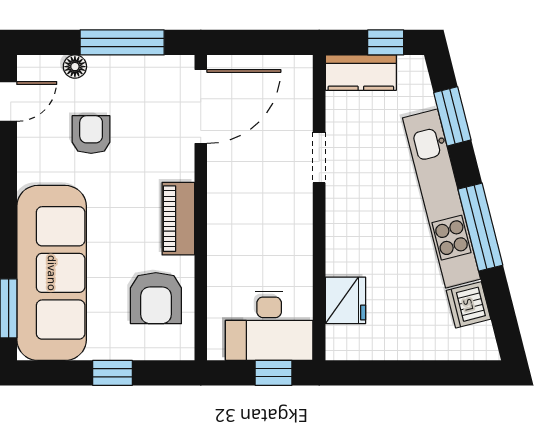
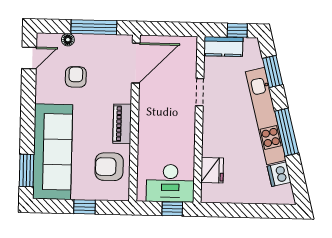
armchair: (156, 298) -> (109, 167), turned 90

